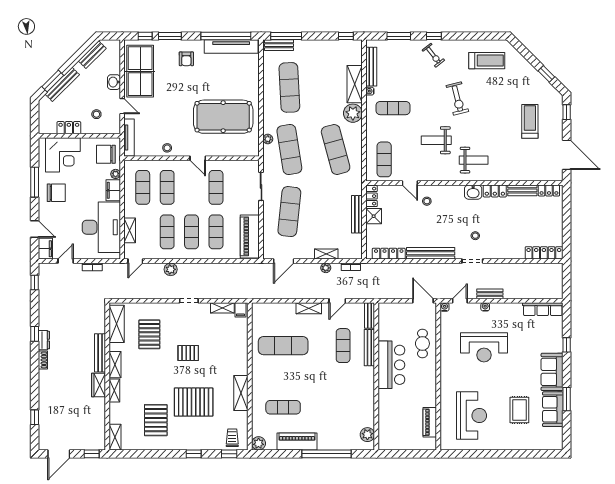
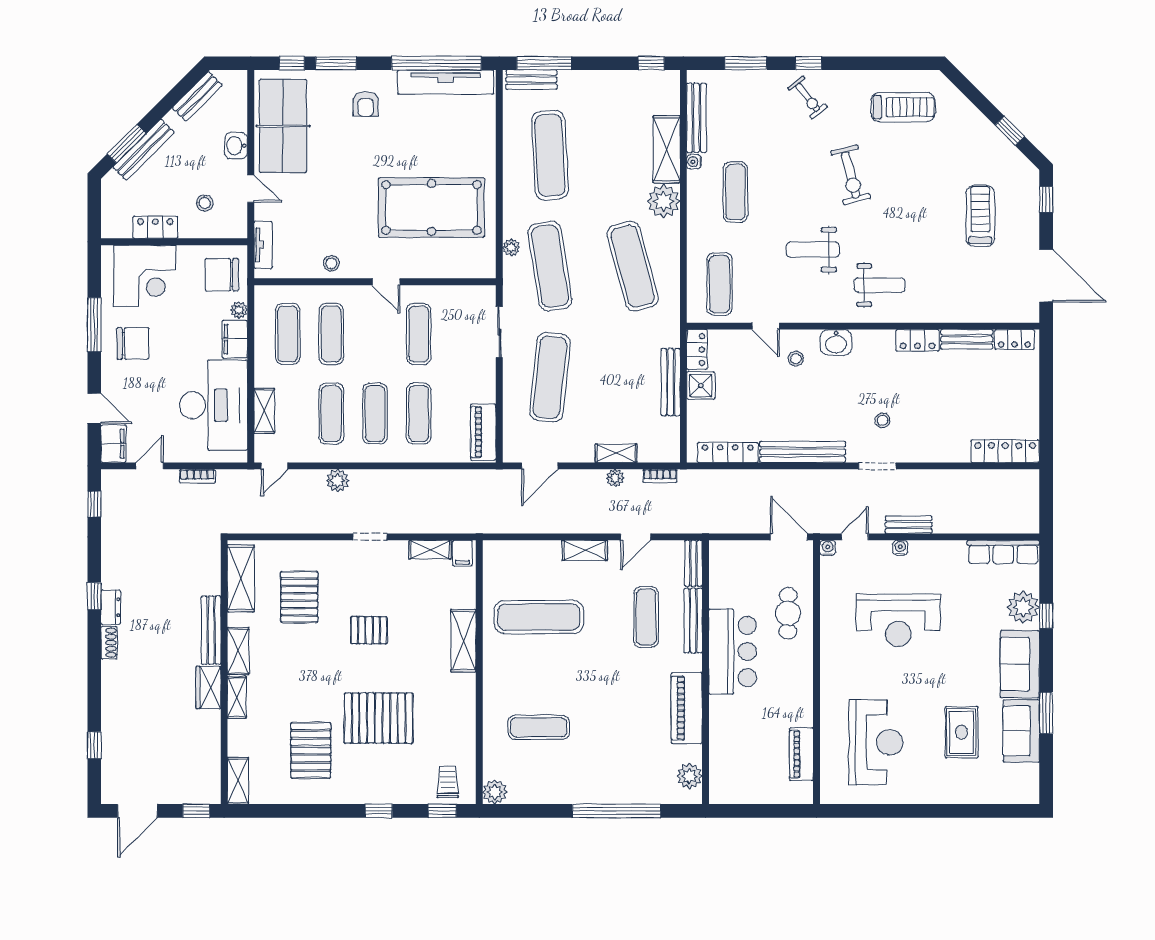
exercise mat: (393, 108) -> (735, 192), turned 90
tv unit: (129, 138) -> (263, 245), width x0.71
washbasin: (473, 192) -> (836, 342), moved
piano: (250, 236) -> (483, 432), width x0.73, depth x0.75
plant: (554, 340) -> (1023, 607), added
shelving: (241, 393) -> (463, 641), moved
piano: (297, 442) -> (687, 708), moved, turned -90

